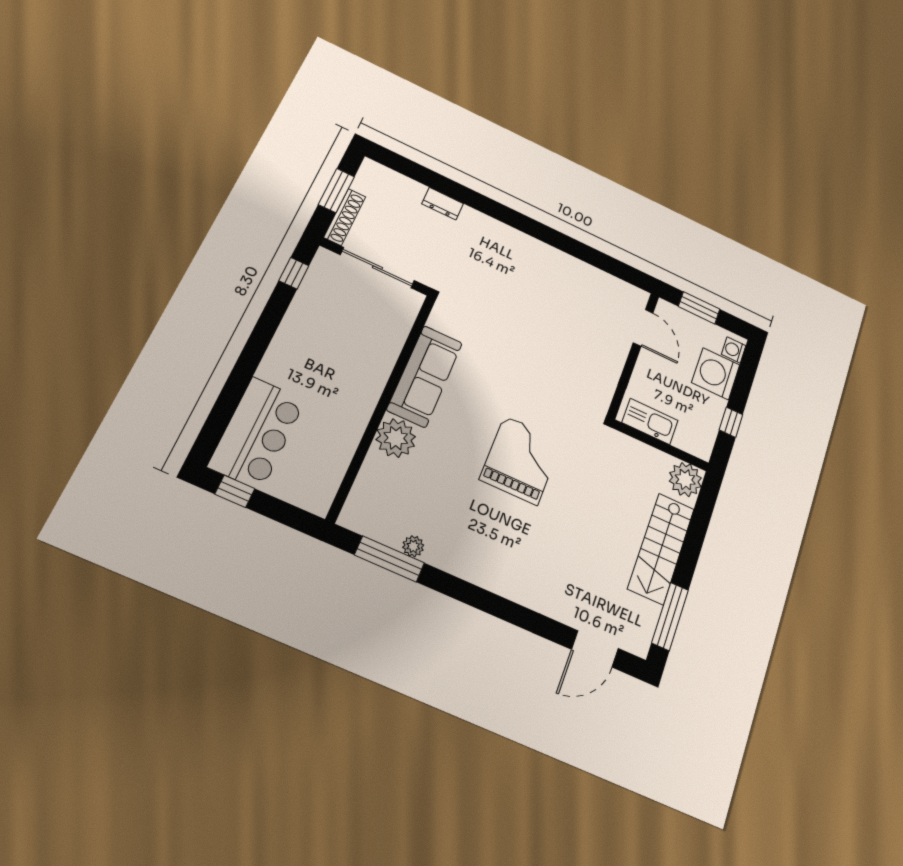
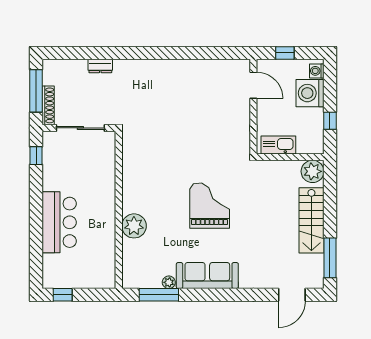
window: (336, 191) -> (36, 91), width x1.44
window: (699, 308) -> (285, 53), width x0.67
sofa: (425, 376) -> (207, 276), moved, turned -90
bar counter: (257, 433) -> (59, 222), moved

